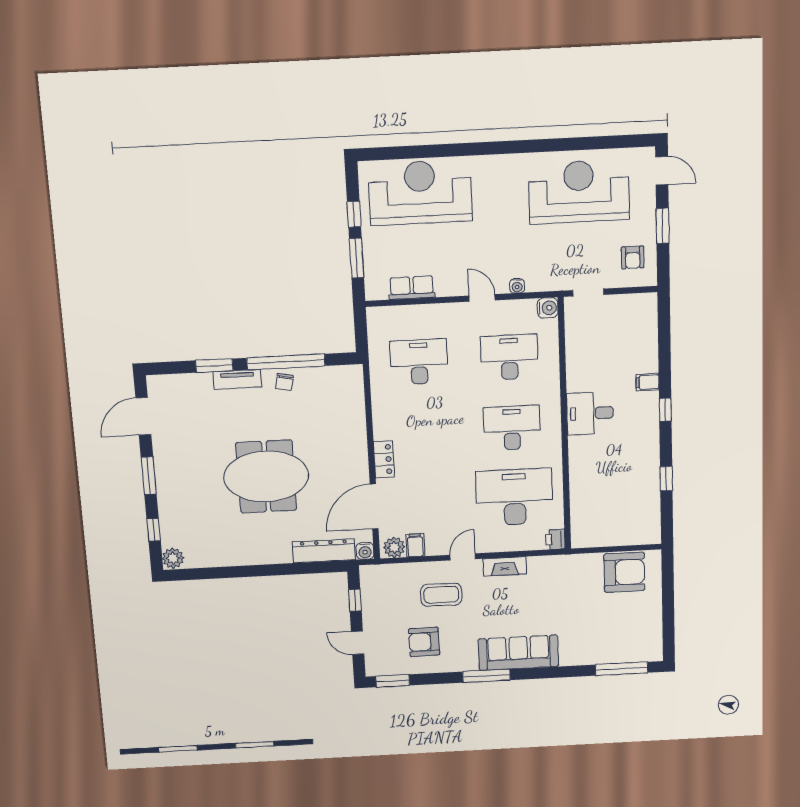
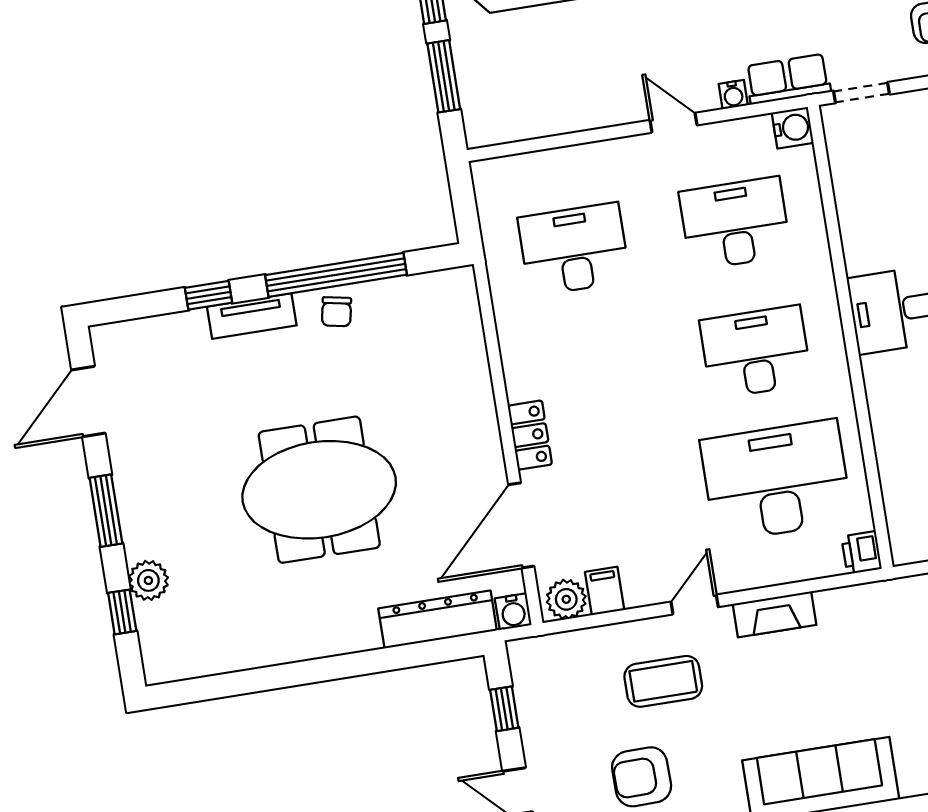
row of seats: (412, 288) -> (788, 79), moved
window: (214, 366) -> (208, 295), width x0.67
plant: (173, 558) -> (148, 580), moved

